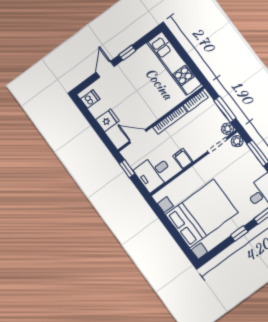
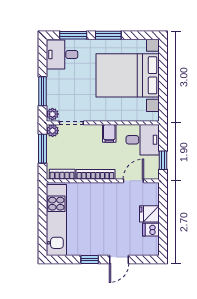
dishwasher: (90, 99) -> (151, 230), moved
door: (138, 136) -> (133, 181), swing flipped
window: (239, 234) -> (108, 35), width x1.50

